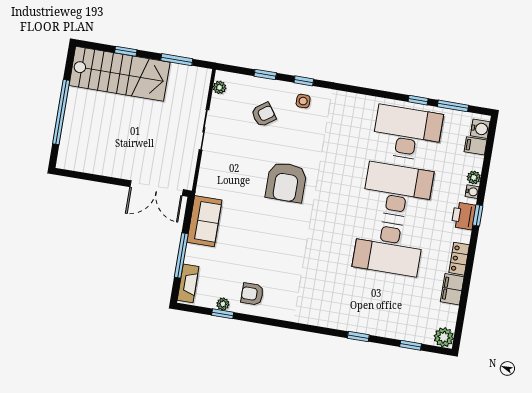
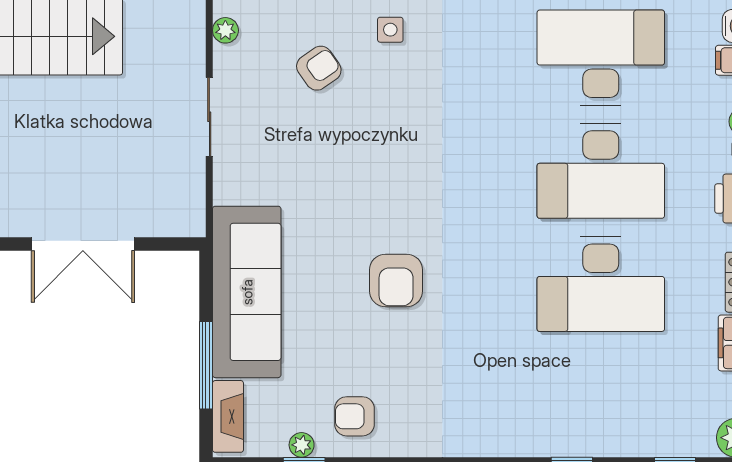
armchair: (286, 182) -> (396, 280), moved, width x0.73, depth x0.73
double door: (157, 188) -> (83, 244), moved
desk: (398, 190) -> (601, 171), turned 180
sofa: (204, 221) -> (247, 292), width x1.85, depth x1.27

